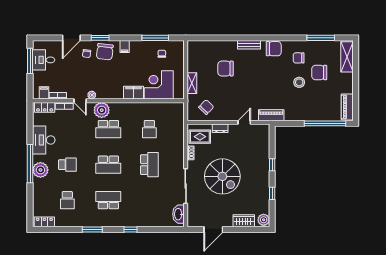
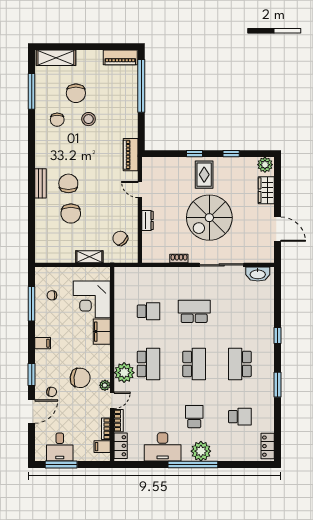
door: (71, 38) -> (32, 412), hinge flipped
chair: (274, 49) -> (68, 183), moved
chair: (105, 52) -> (80, 378), moved
rug: (200, 137) -> (204, 175), moved
spiral stairs: (222, 176) -> (209, 218), turned 180

